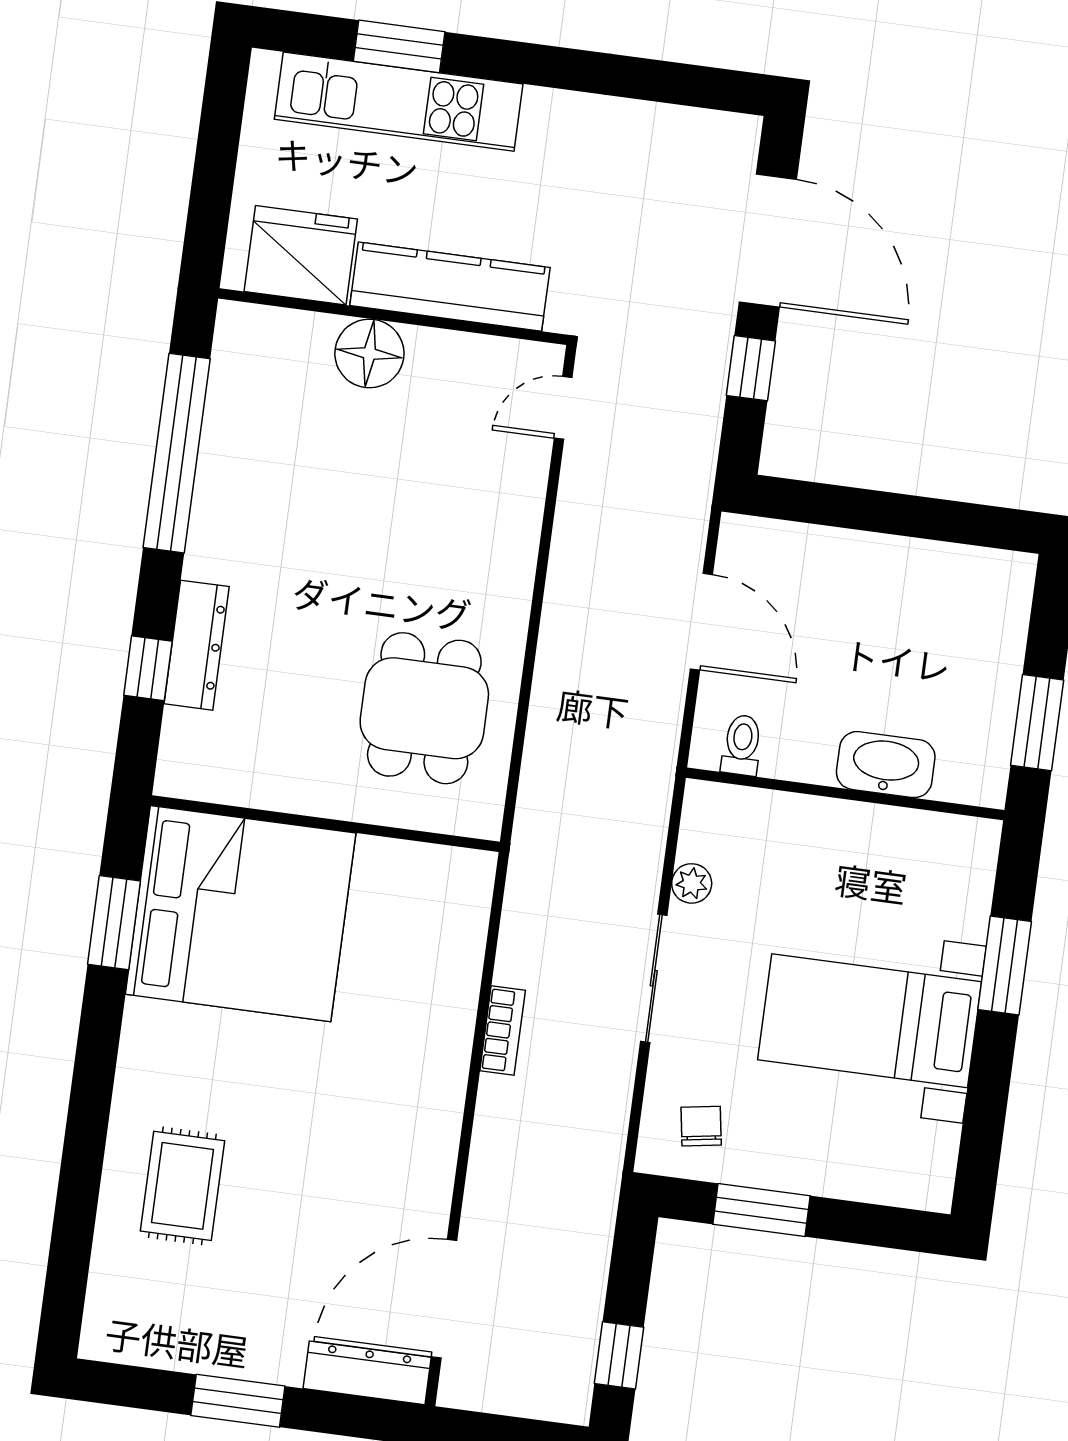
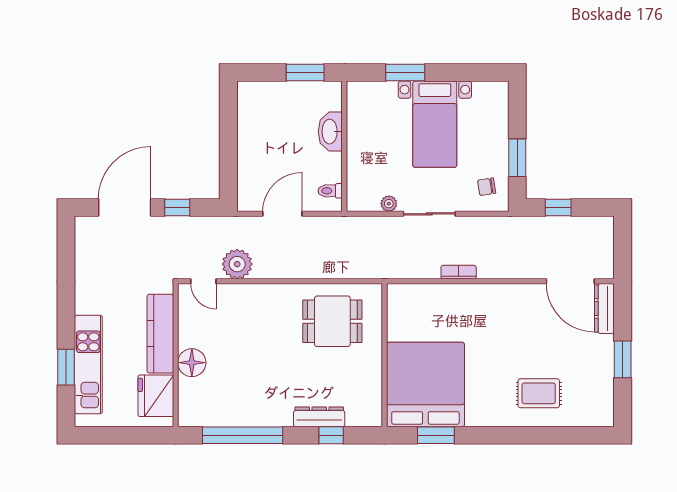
plant: (594, 496) -> (237, 264), added
window: (619, 1355) -> (558, 208), moved

